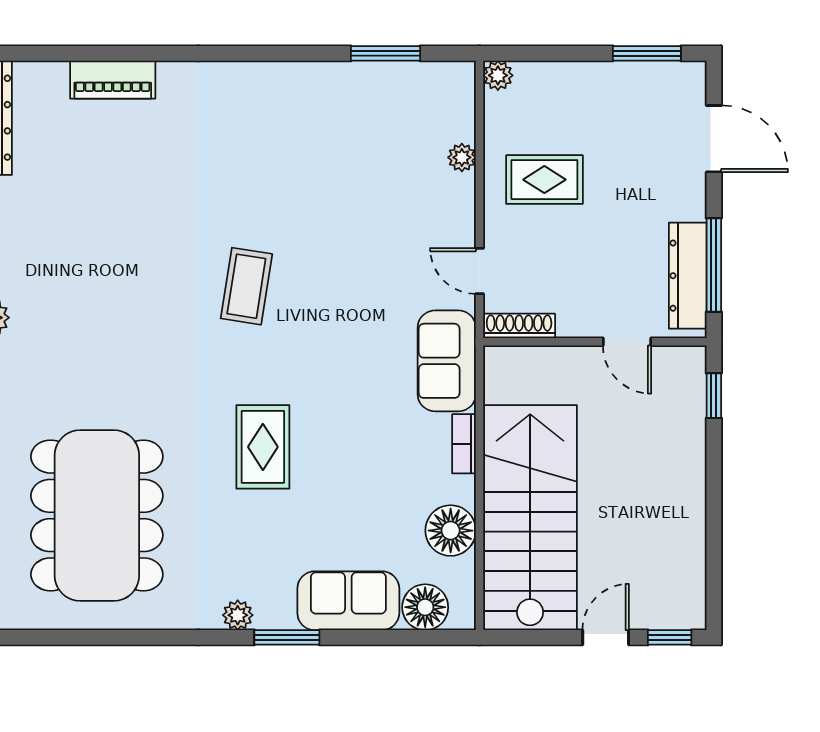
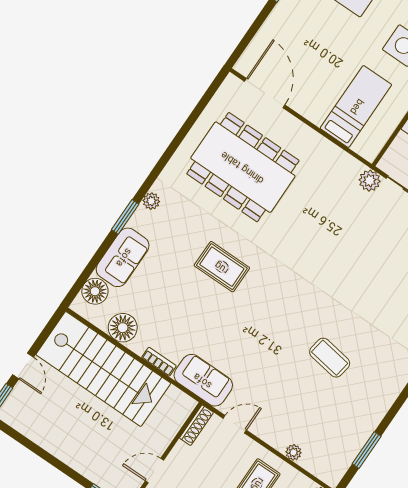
coffee table: (246, 286) -> (330, 358), moved

